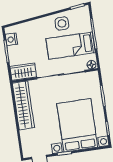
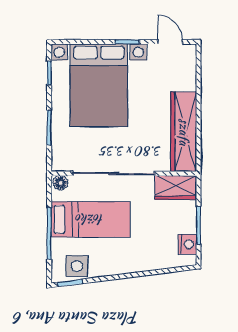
side table: (62, 23) -> (77, 266), moved

